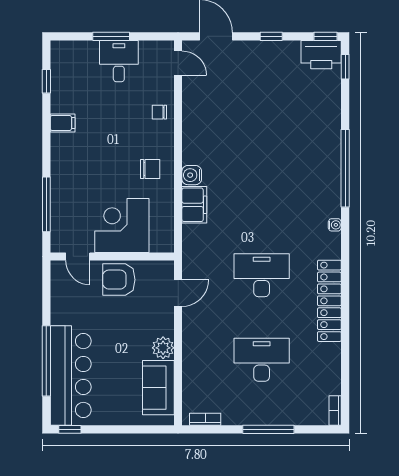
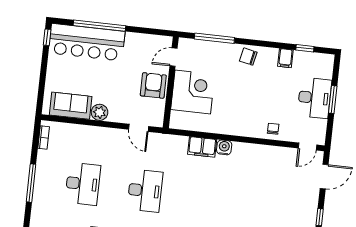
desk: (119, 61) -> (314, 98), width x1.37
filing cabinet: (63, 123) -> (285, 58), moved
chair: (150, 169) -> (248, 57), moved, turned 102

